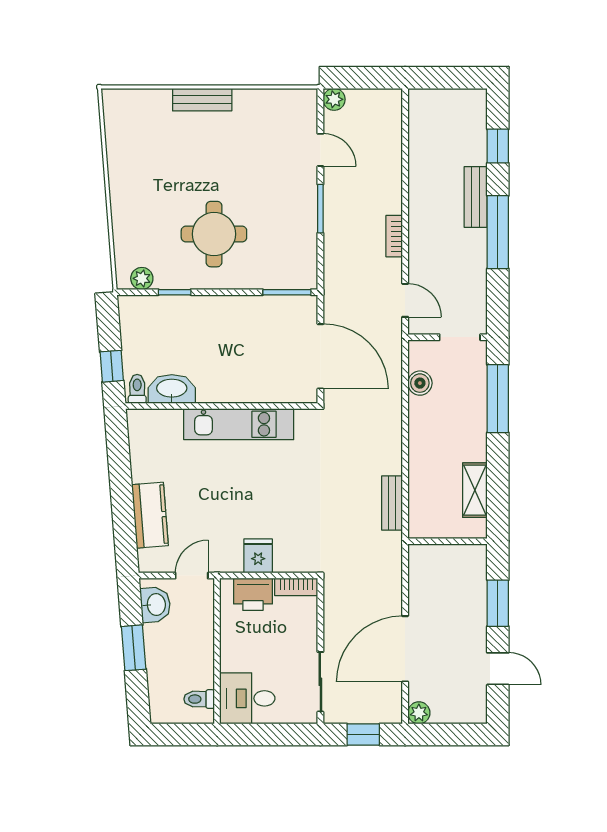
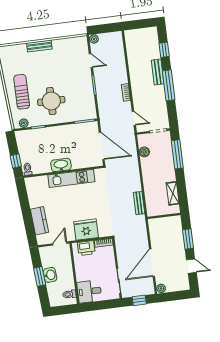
sun lounger: (146, 203) -> (22, 92), added
washbasin: (172, 389) -> (61, 165), moved
fridge: (258, 556) -> (86, 230), width x1.88, depth x1.34
washbasin: (155, 605) -> (50, 275), moved

